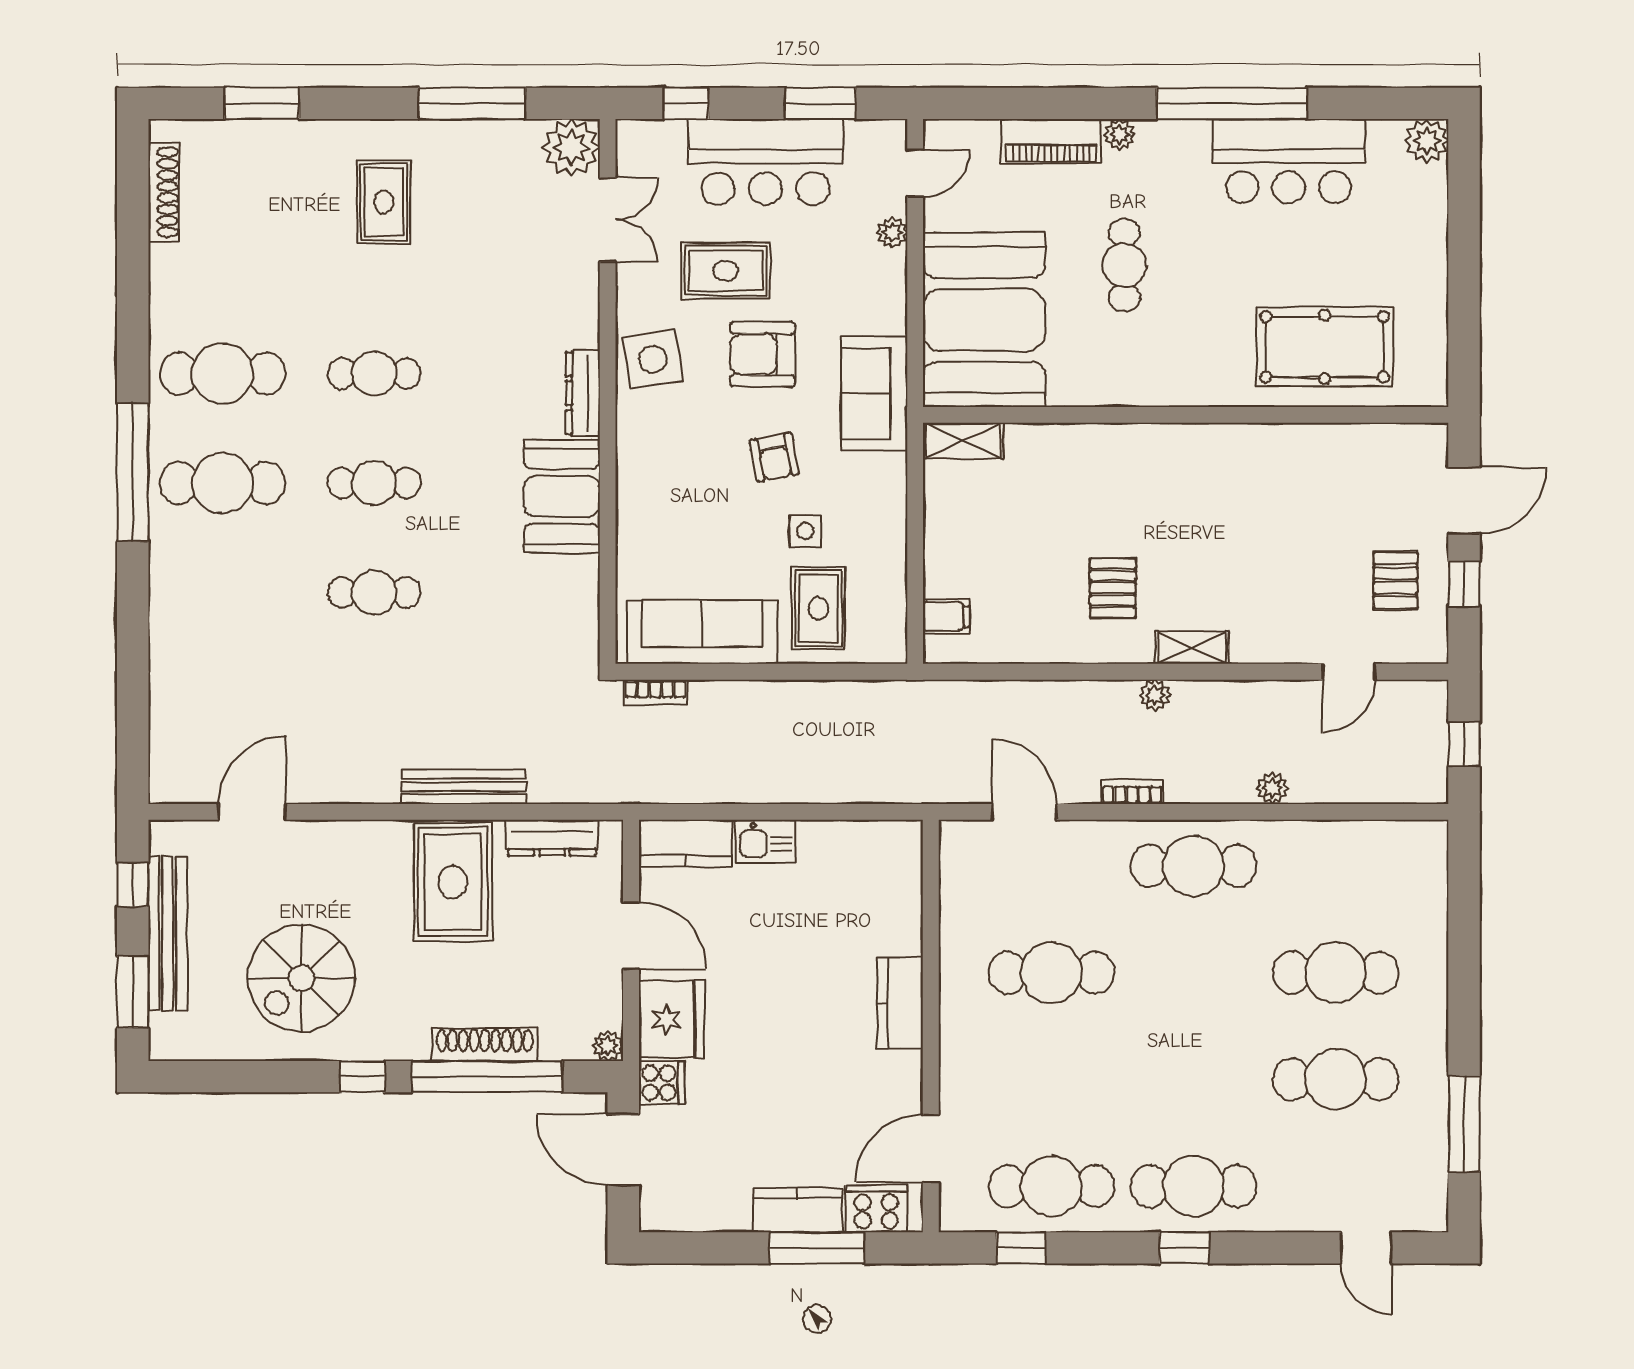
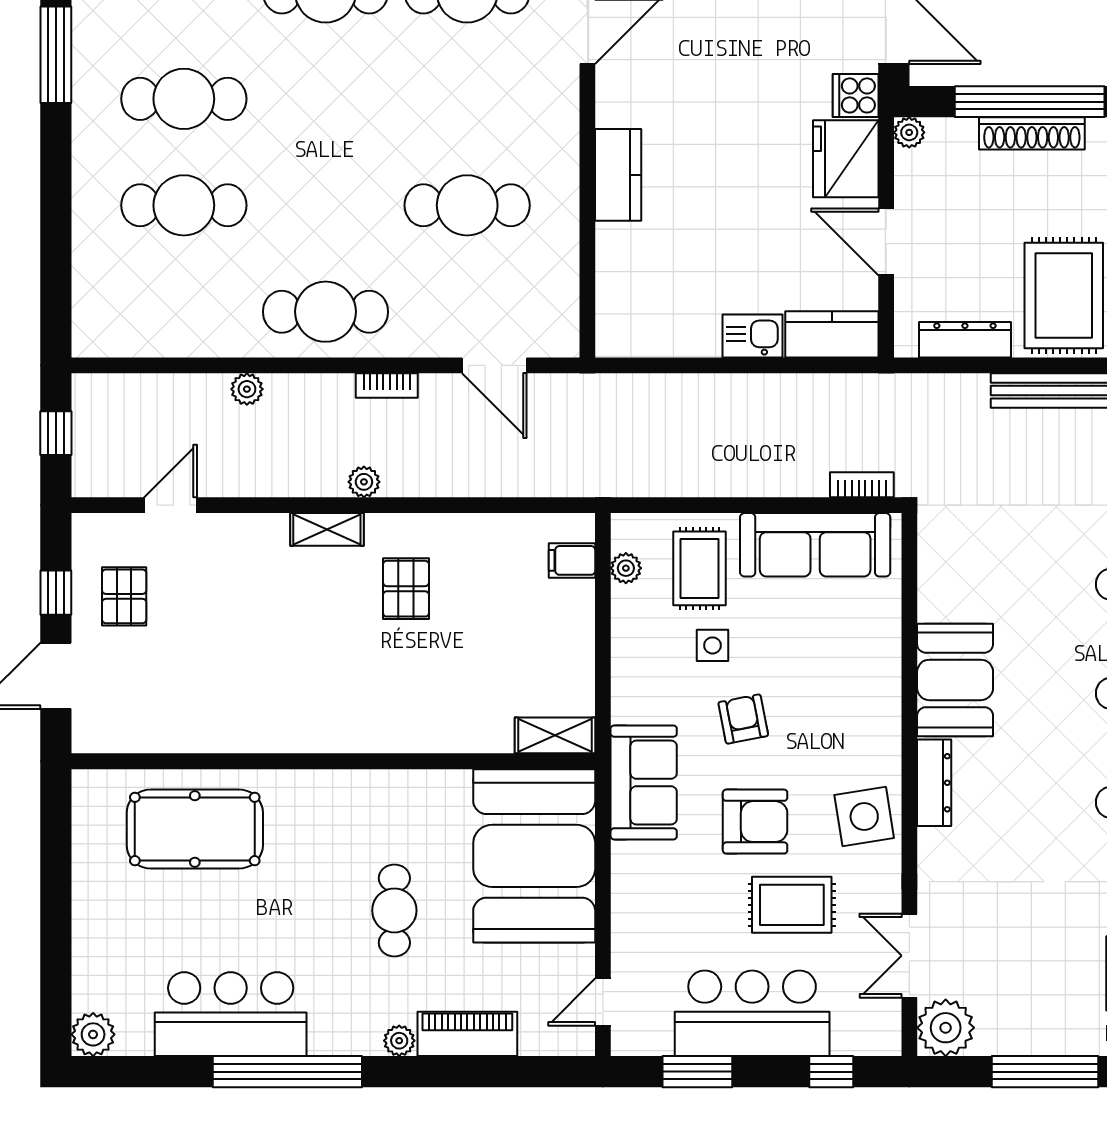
plant: (892, 233) -> (626, 568), moved

